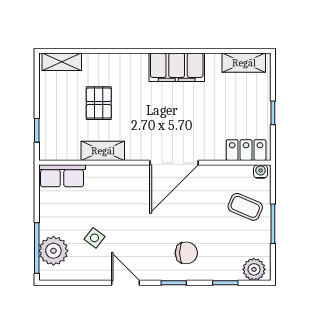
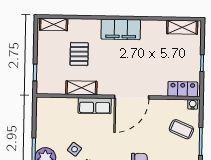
filing cabinet: (177, 67) -> (121, 29), moved
row of seats: (62, 176) -> (95, 106), moved

